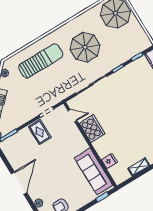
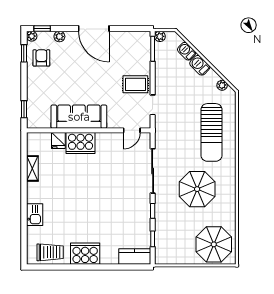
cooker: (92, 129) -> (81, 143), moved
sofa: (94, 171) -> (79, 117), moved

